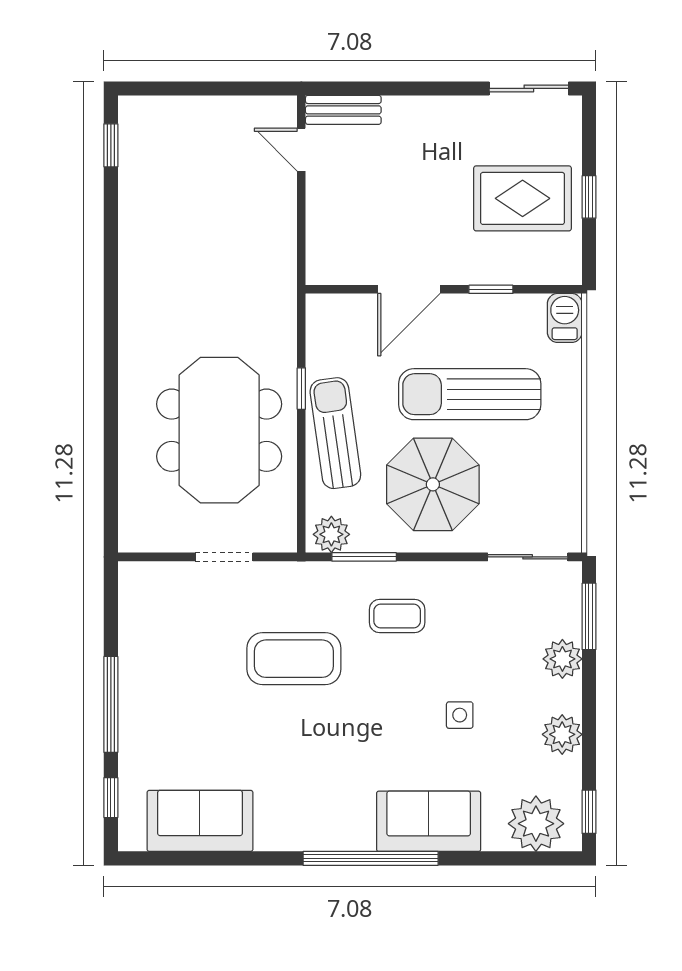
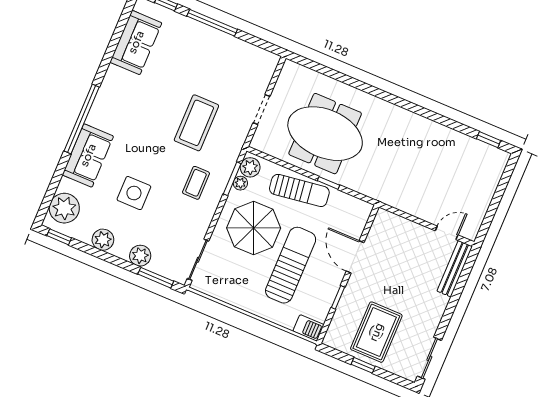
bench: (343, 110) -> (455, 269), width x1.36
plant: (365, 540) -> (240, 183), added
side table: (460, 715) -> (134, 193), width x1.87, depth x1.87

